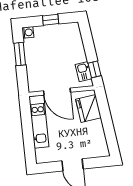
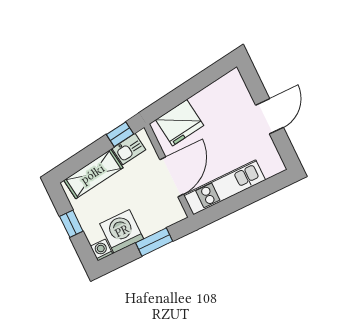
shelving: (76, 44) -> (93, 174), added
washing machine: (35, 49) -> (122, 231), added
window: (20, 54) -> (154, 242), moved

